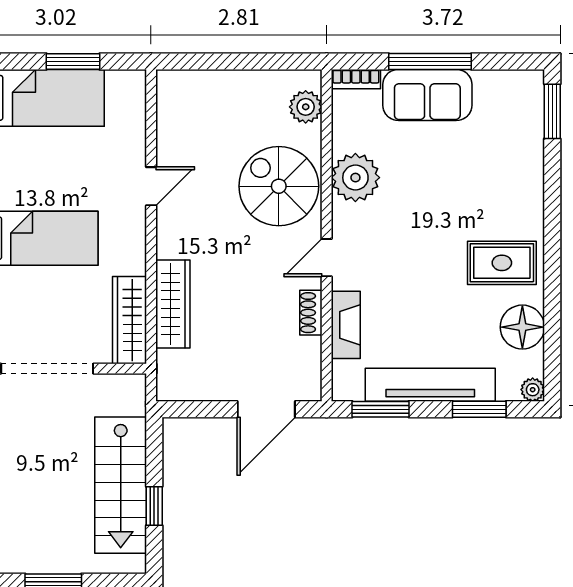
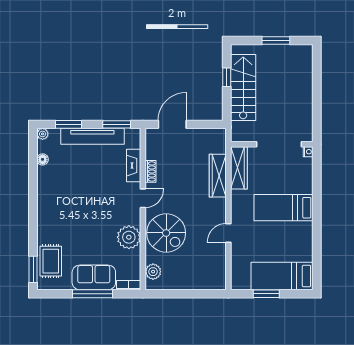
rug: (502, 263) -> (51, 261), moved, turned 90
floor lamp: (522, 327) -> (43, 159), width x0.53, depth x0.53

